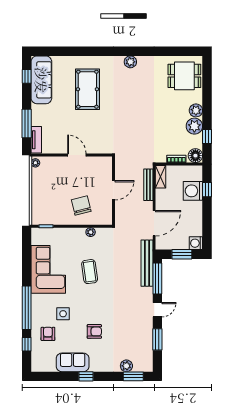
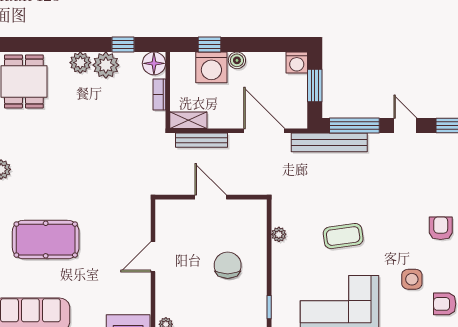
chair: (81, 206) -> (228, 265), moved, turned 104
boiler: (197, 207) -> (237, 60), added

